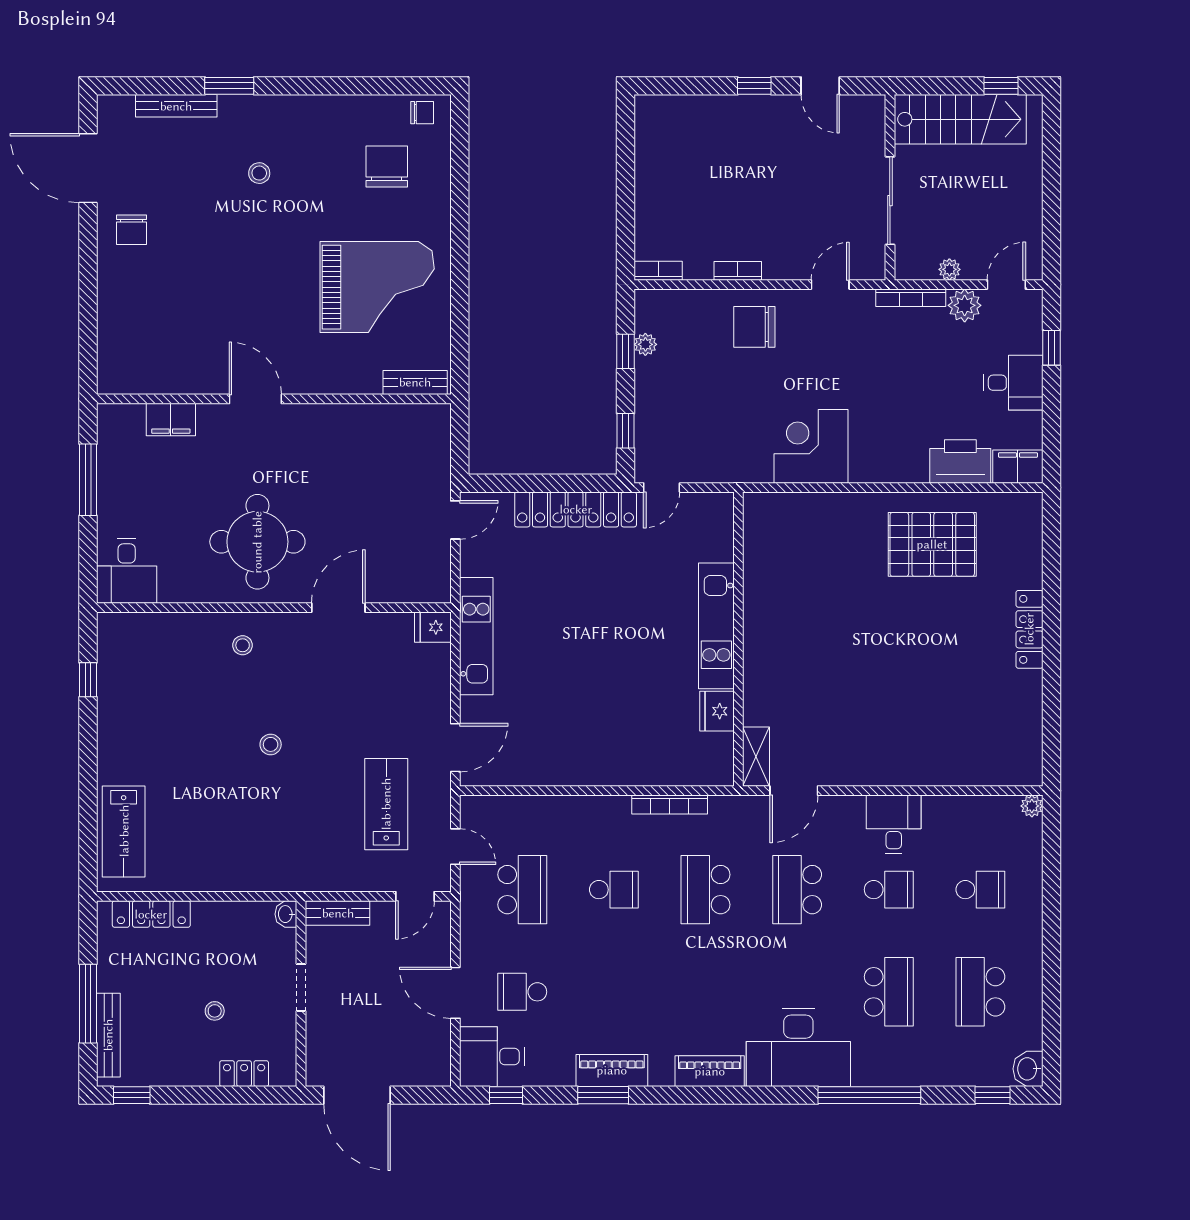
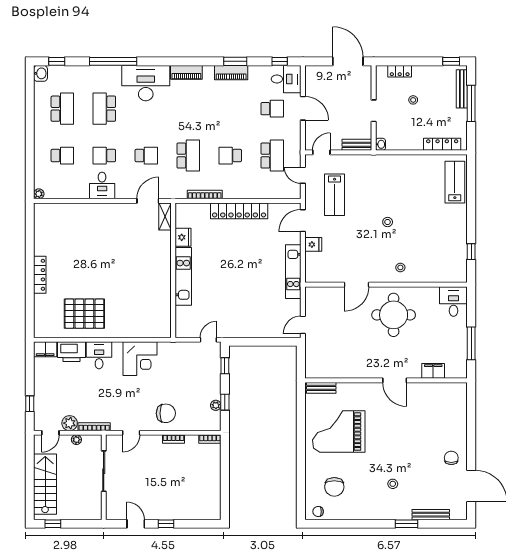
stairs: (960, 119) -> (45, 484), moved, turned 90
desk: (1013, 383) -> (99, 355), moved, turned 90
locker: (576, 509) -> (239, 211), moved, turned 180
fridge: (433, 627) -> (313, 244), moved
school desk: (522, 890) -> (272, 156), turned 180
school desk: (797, 890) -> (146, 156), width x0.54
school desk: (980, 890) -> (62, 156), turned 180

